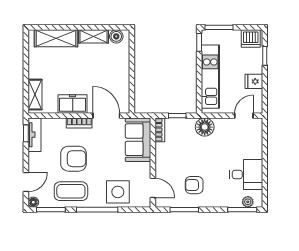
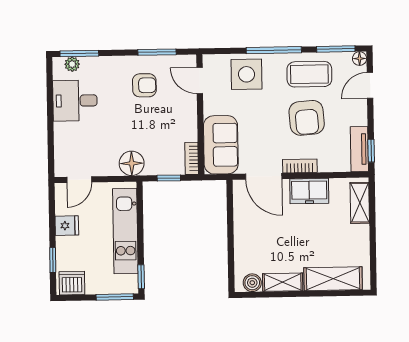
armchair: (74, 159) -> (307, 118), turned -94

